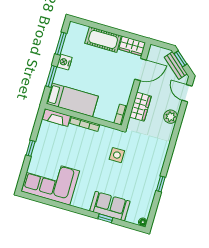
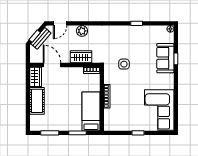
nightstand: (64, 62) -> (63, 126), removed
fireplace: (57, 118) -> (108, 120), removed

